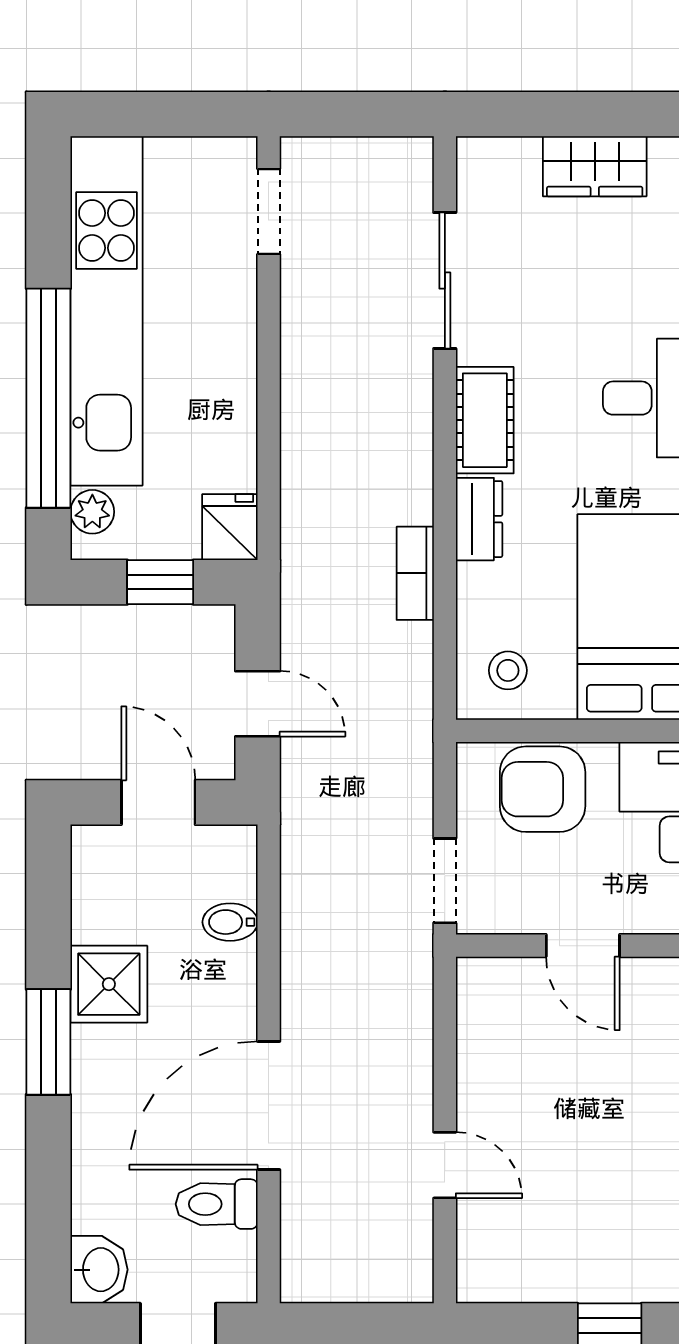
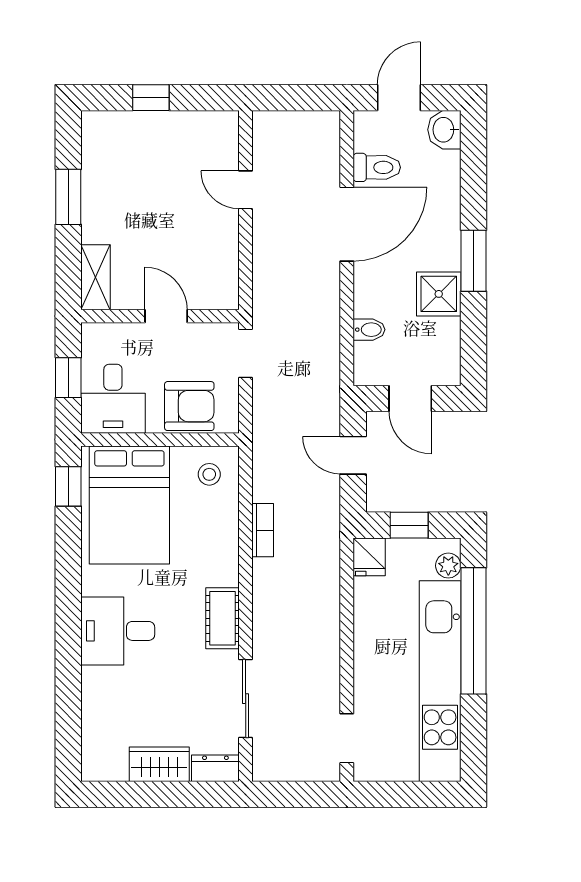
dresser: (479, 519) -> (215, 768), moved, turned 90

